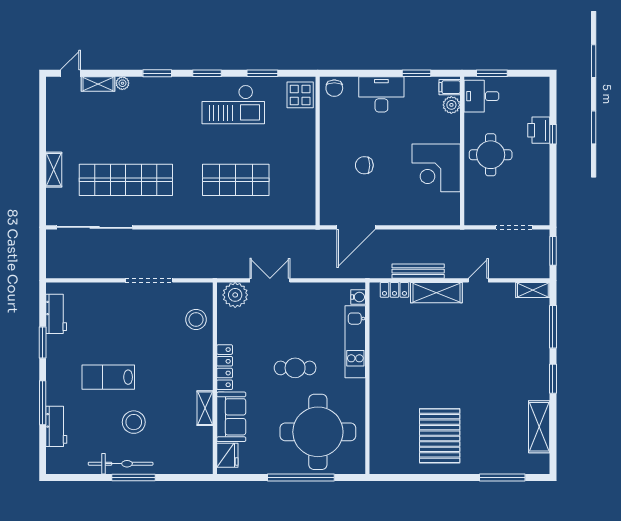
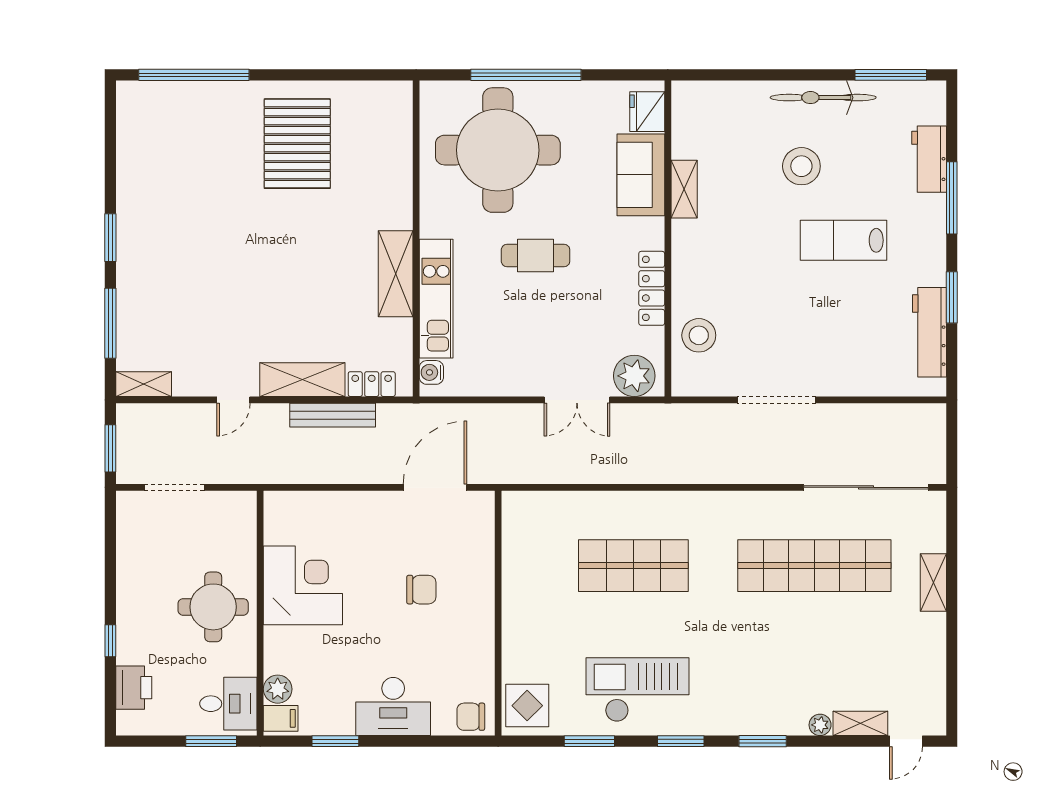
chair: (334, 88) -> (471, 717), turned -90
printer: (539, 130) -> (134, 688), moved
workbench: (56, 314) -> (929, 332), width x1.38
locker: (225, 367) -> (652, 288), moved
lab bench: (108, 377) -> (843, 240), turned 180
shelving: (539, 427) -> (396, 274), moved
window: (133, 477) -> (891, 75), moved
window: (502, 477) -> (194, 75), width x1.46

